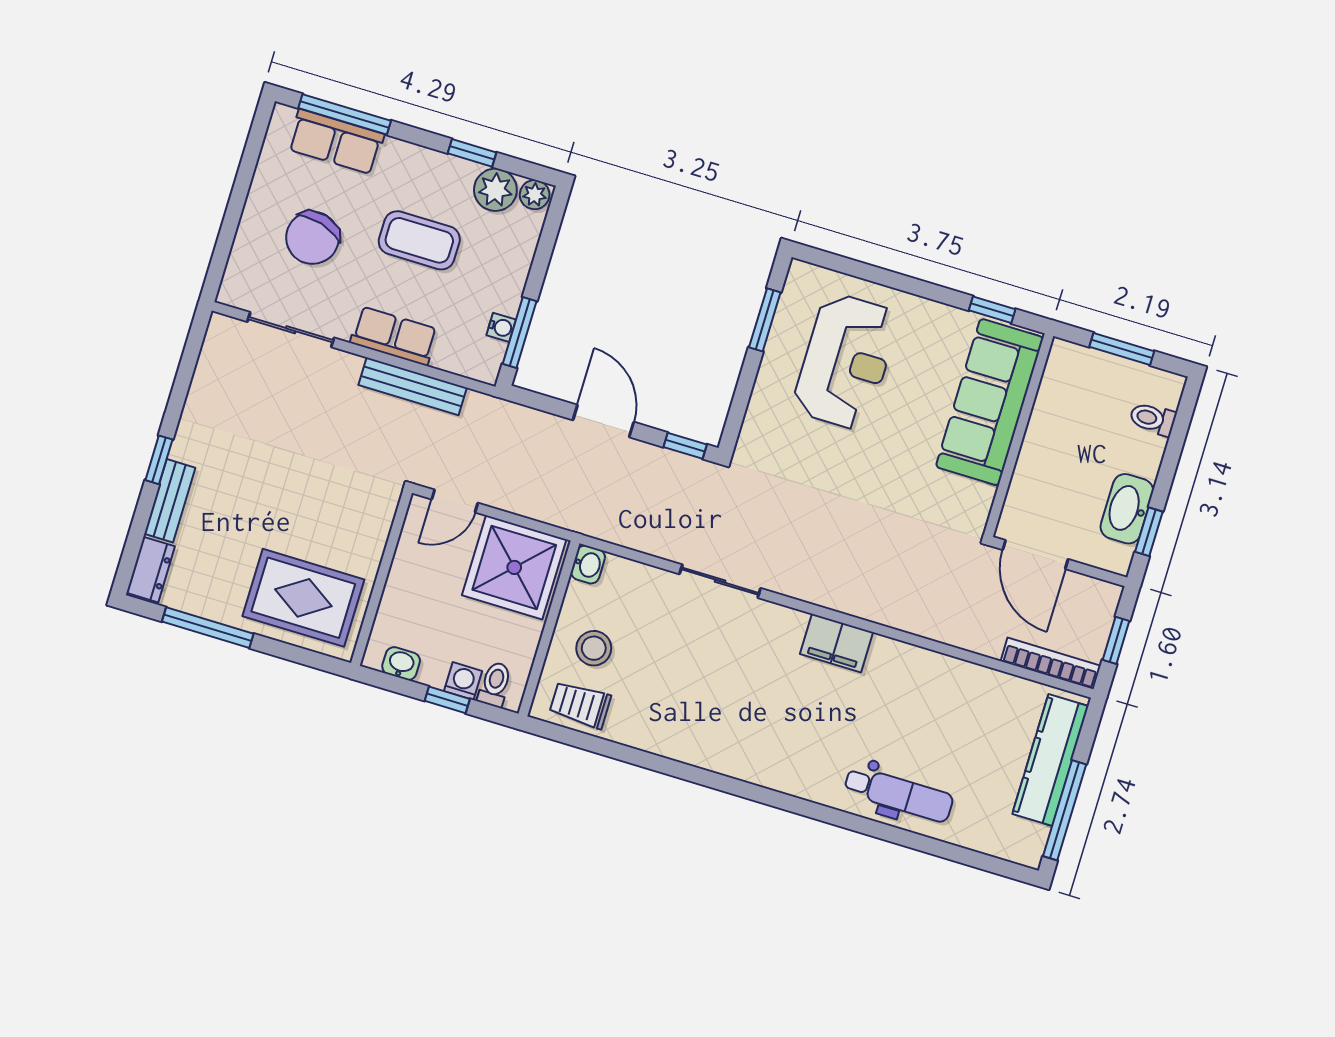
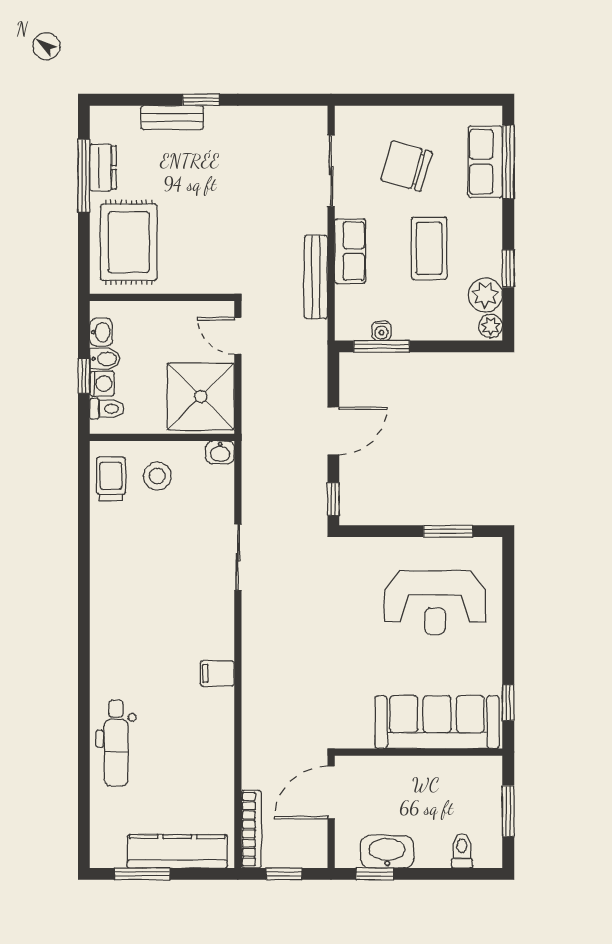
dresser: (151, 570) -> (103, 167), moved, turned -90
filing cabinet: (837, 643) -> (217, 673), width x0.50
bidet: (434, 669) -> (105, 359), added
window: (1065, 810) -> (142, 874), width x0.69

